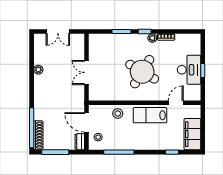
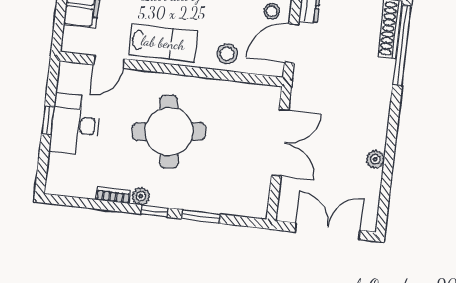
double door: (58, 31) -> (327, 231), width x1.37
double door: (86, 72) -> (280, 143), width x1.37
round table: (142, 72) -> (169, 132), turned -38
door: (86, 122) -> (292, 43), swing flipped

